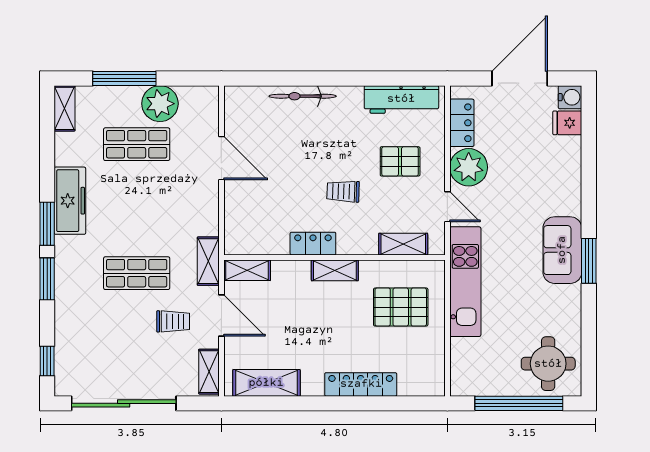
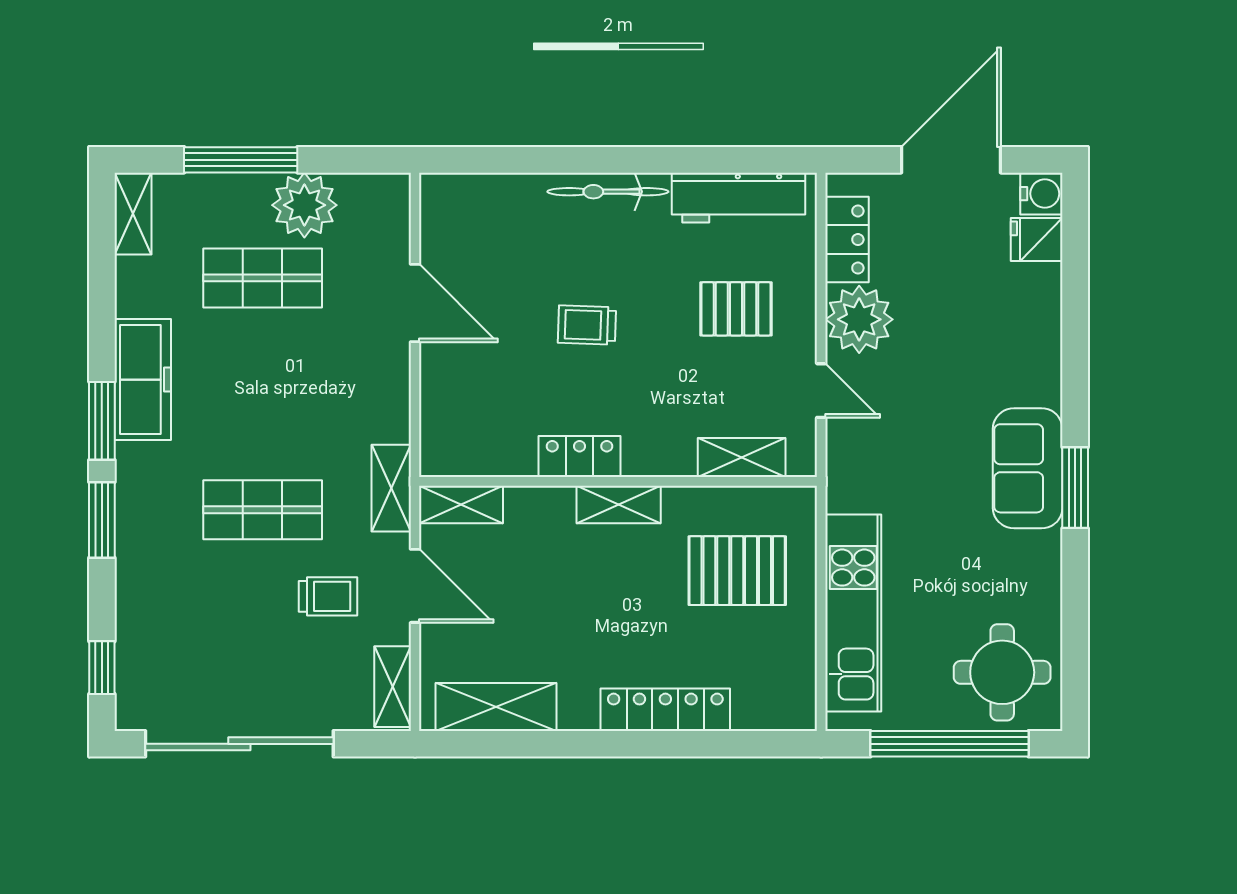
bicycle: (303, 96) -> (608, 192), moved
trolley: (343, 191) -> (587, 325), moved
kitchen unit: (465, 282) -> (853, 613), moved

